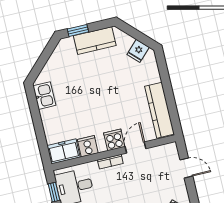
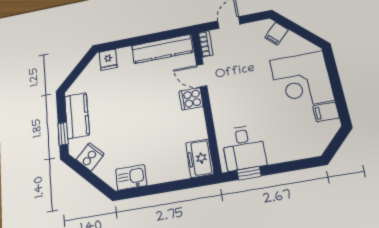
fridge: (138, 51) -> (108, 60), moved, turned 45
cooker: (88, 146) -> (90, 157), moved, turned 135
bookcase: (110, 162) -> (206, 44), moved

